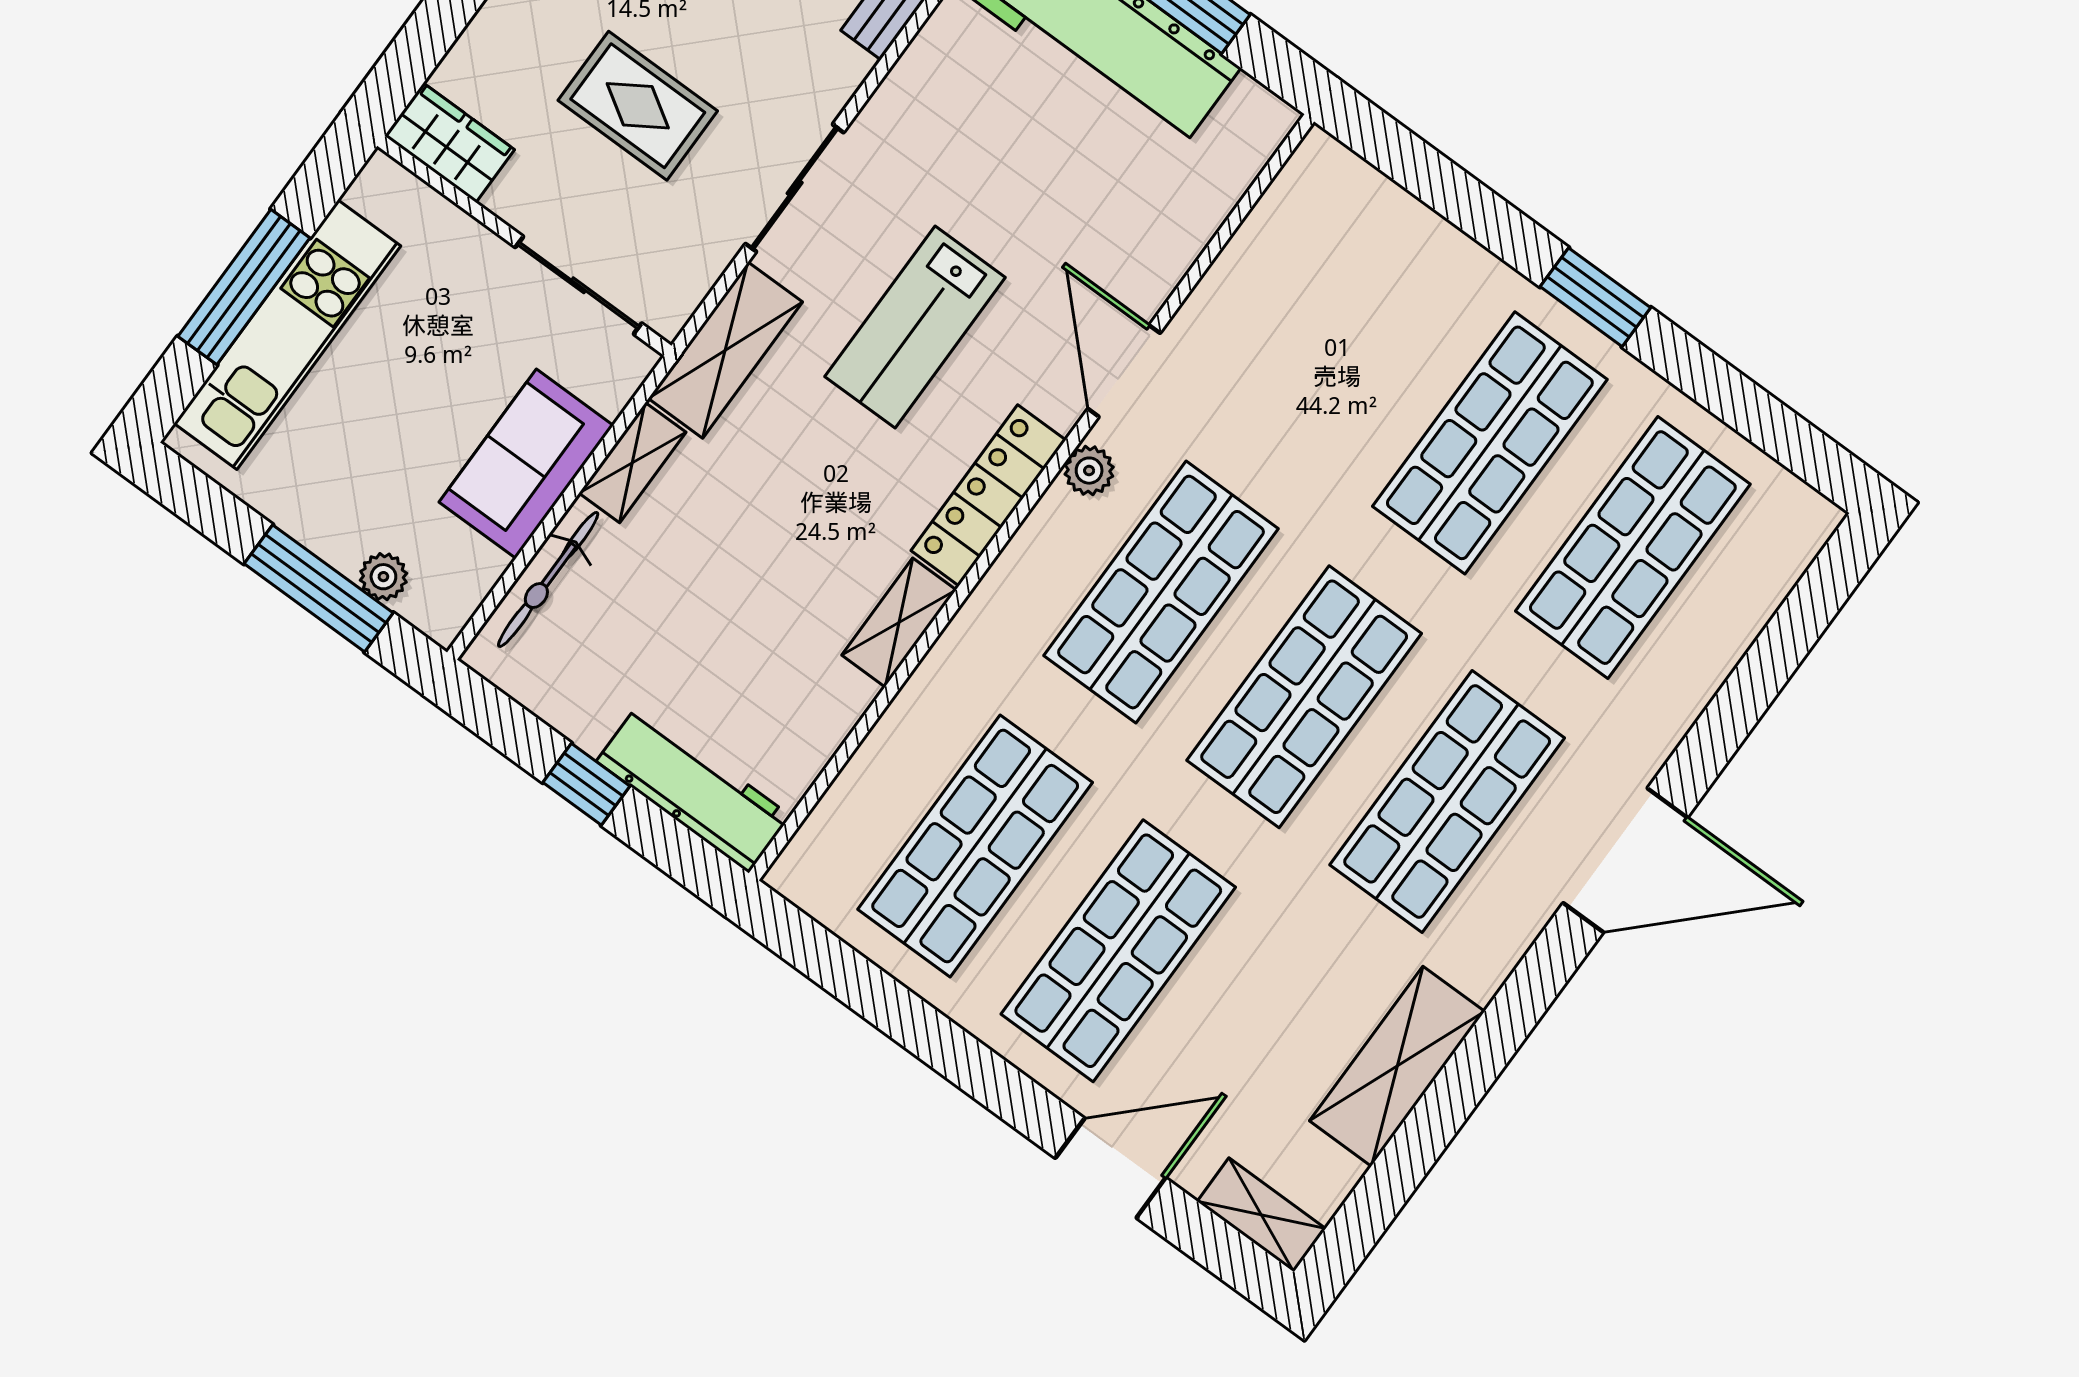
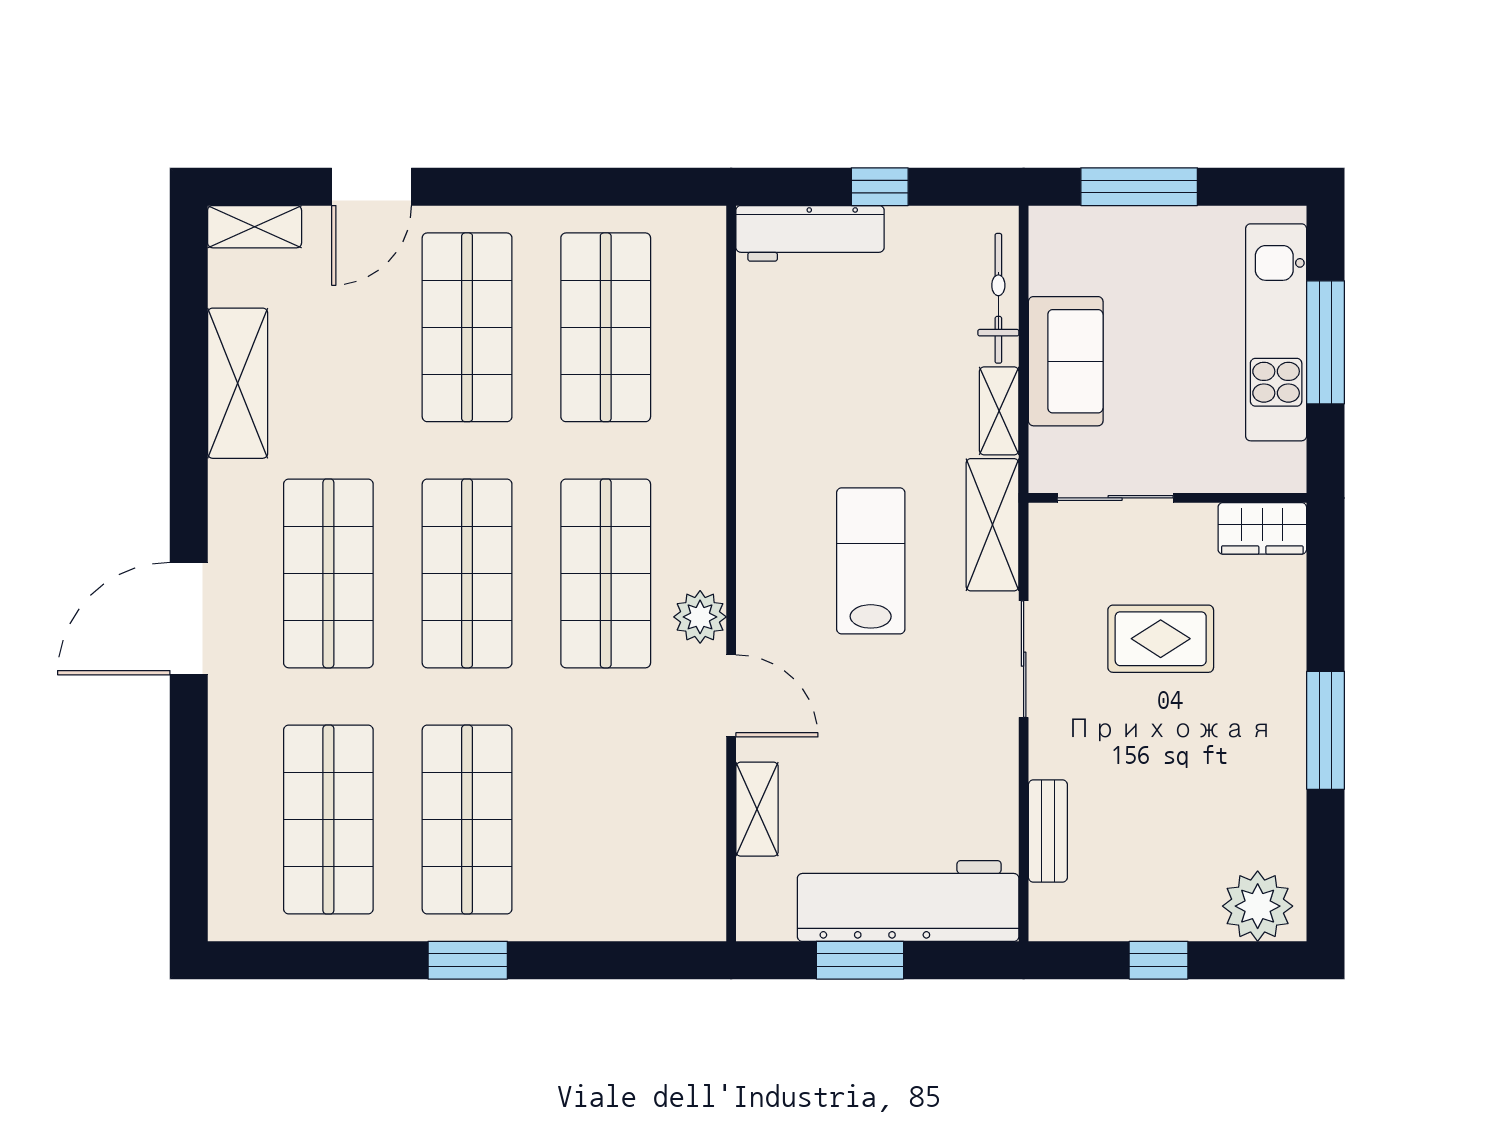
lab bench: (915, 327) -> (871, 561), moved
plant: (1089, 471) -> (700, 617), width x1.38, depth x1.38
locker: (988, 495) -> (759, 555), removed
plant: (383, 577) -> (1104, 224), removed
shelving: (899, 623) -> (757, 809), moved

